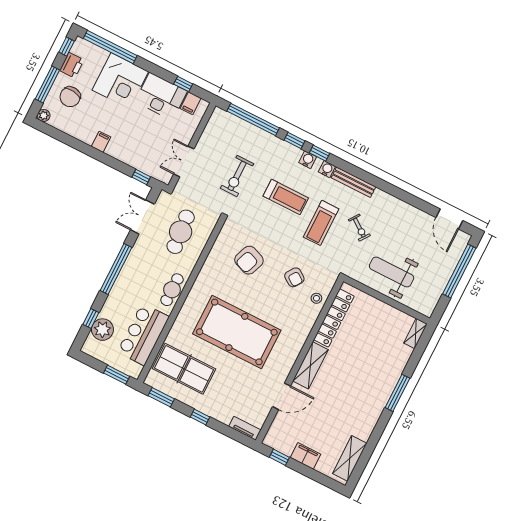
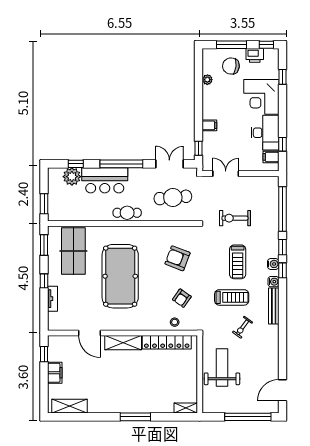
window: (110, 47) -> (282, 77), width x0.32
plant: (44, 115) -> (207, 80), moved
filing cabinet: (101, 142) -> (209, 125), moved
treadmill: (321, 223) -> (232, 297), turned 180
bar counter: (143, 334) -> (105, 180), moved, turned 180
tv unit: (245, 428) -> (52, 299), moved

